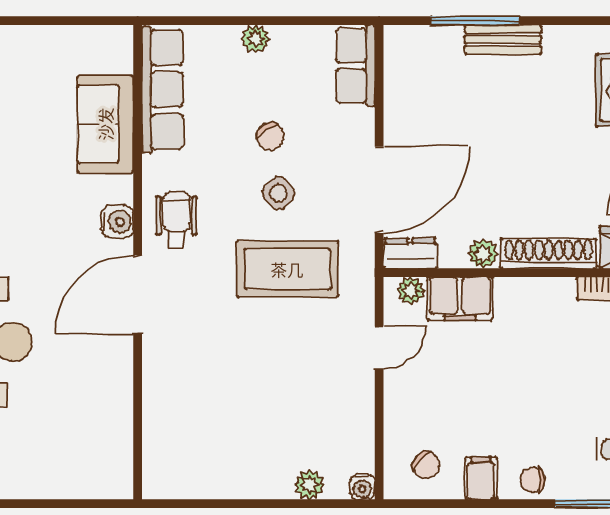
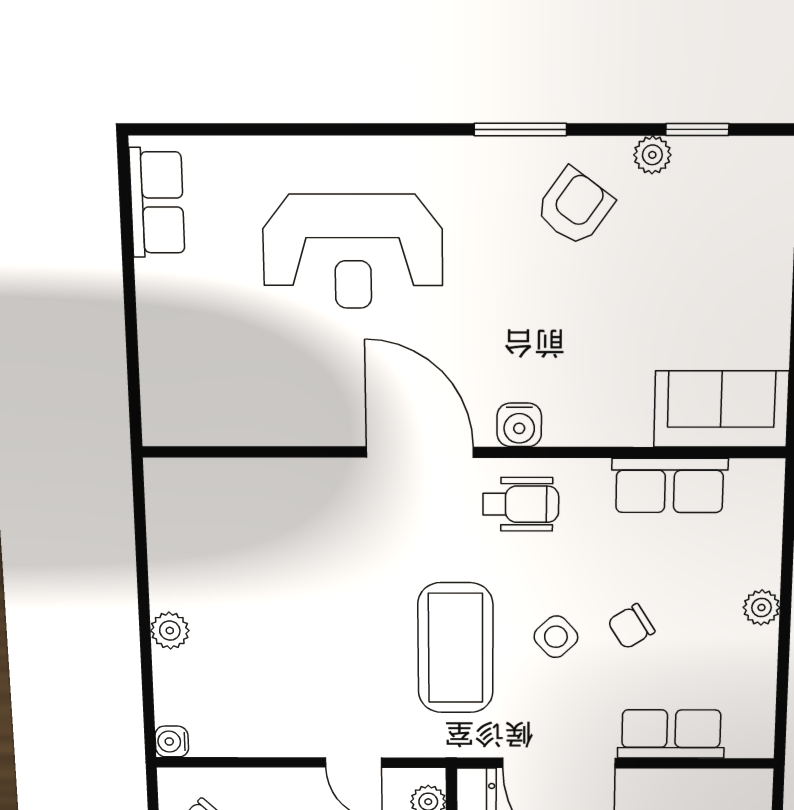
row of seats: (355, 66) -> (671, 734), moved
row of seats: (162, 89) -> (670, 485), width x0.68
sofa: (105, 124) -> (721, 409), moved
plant: (310, 485) -> (170, 631), moved

